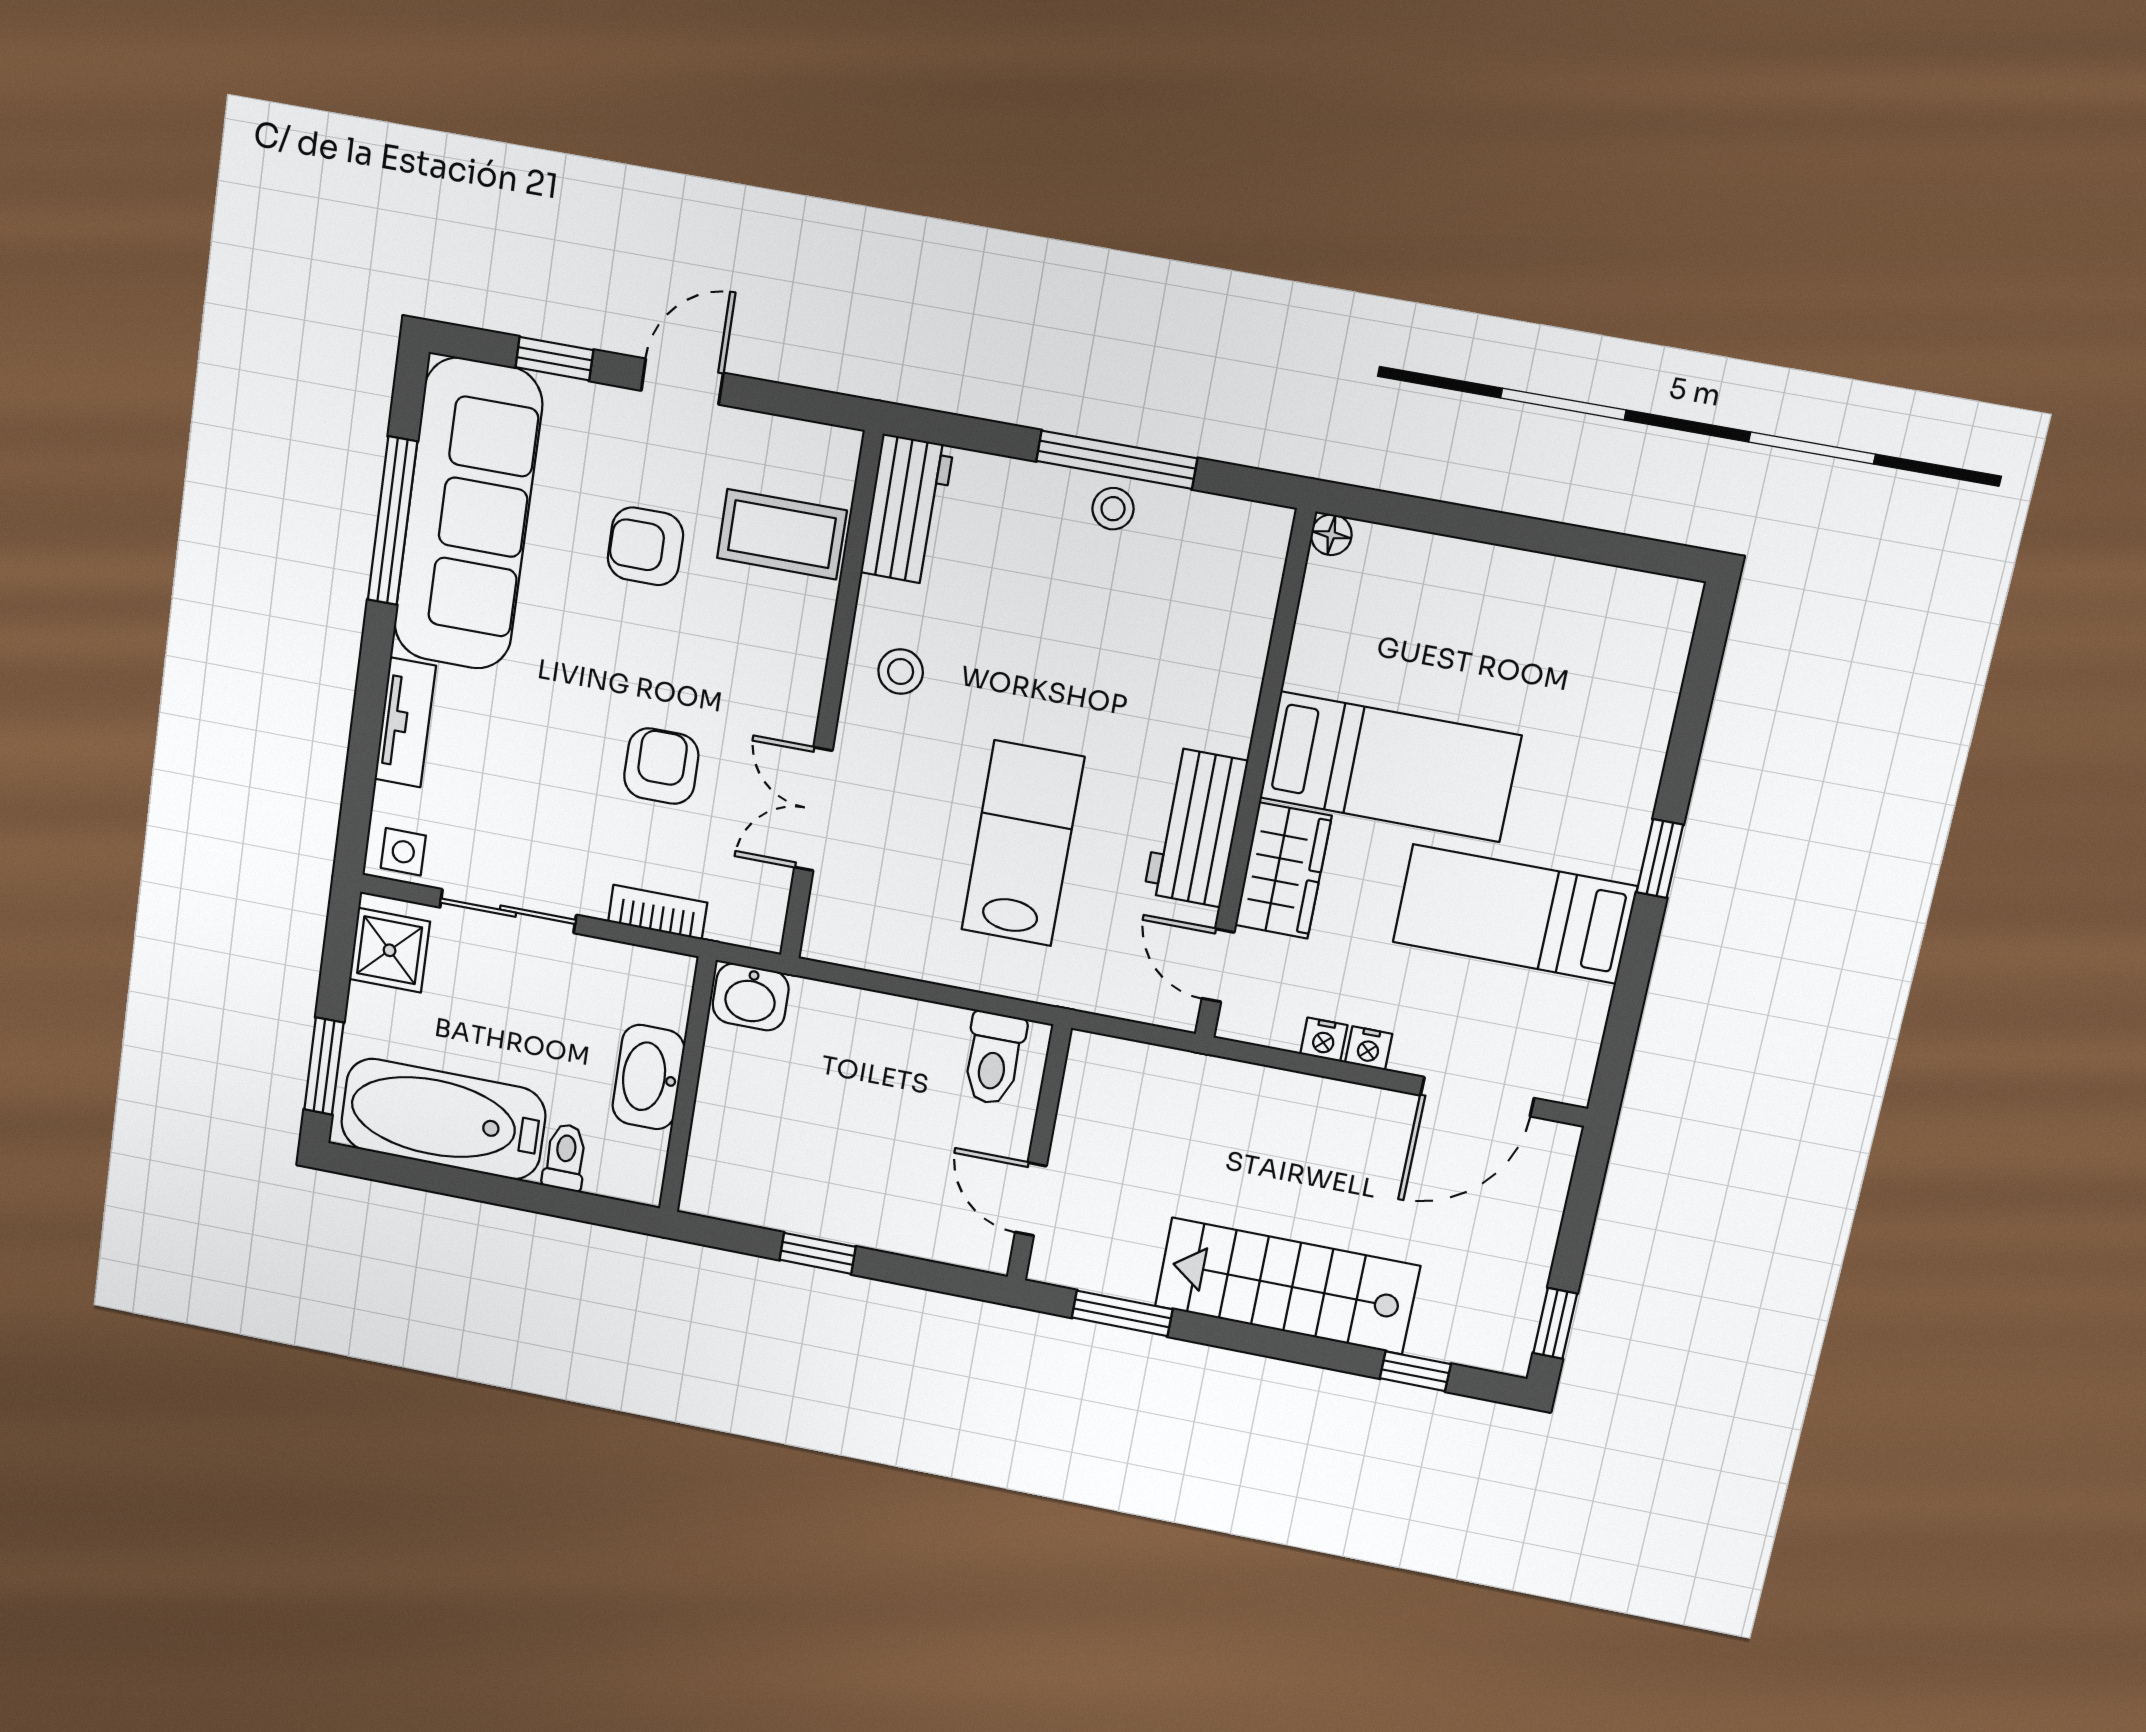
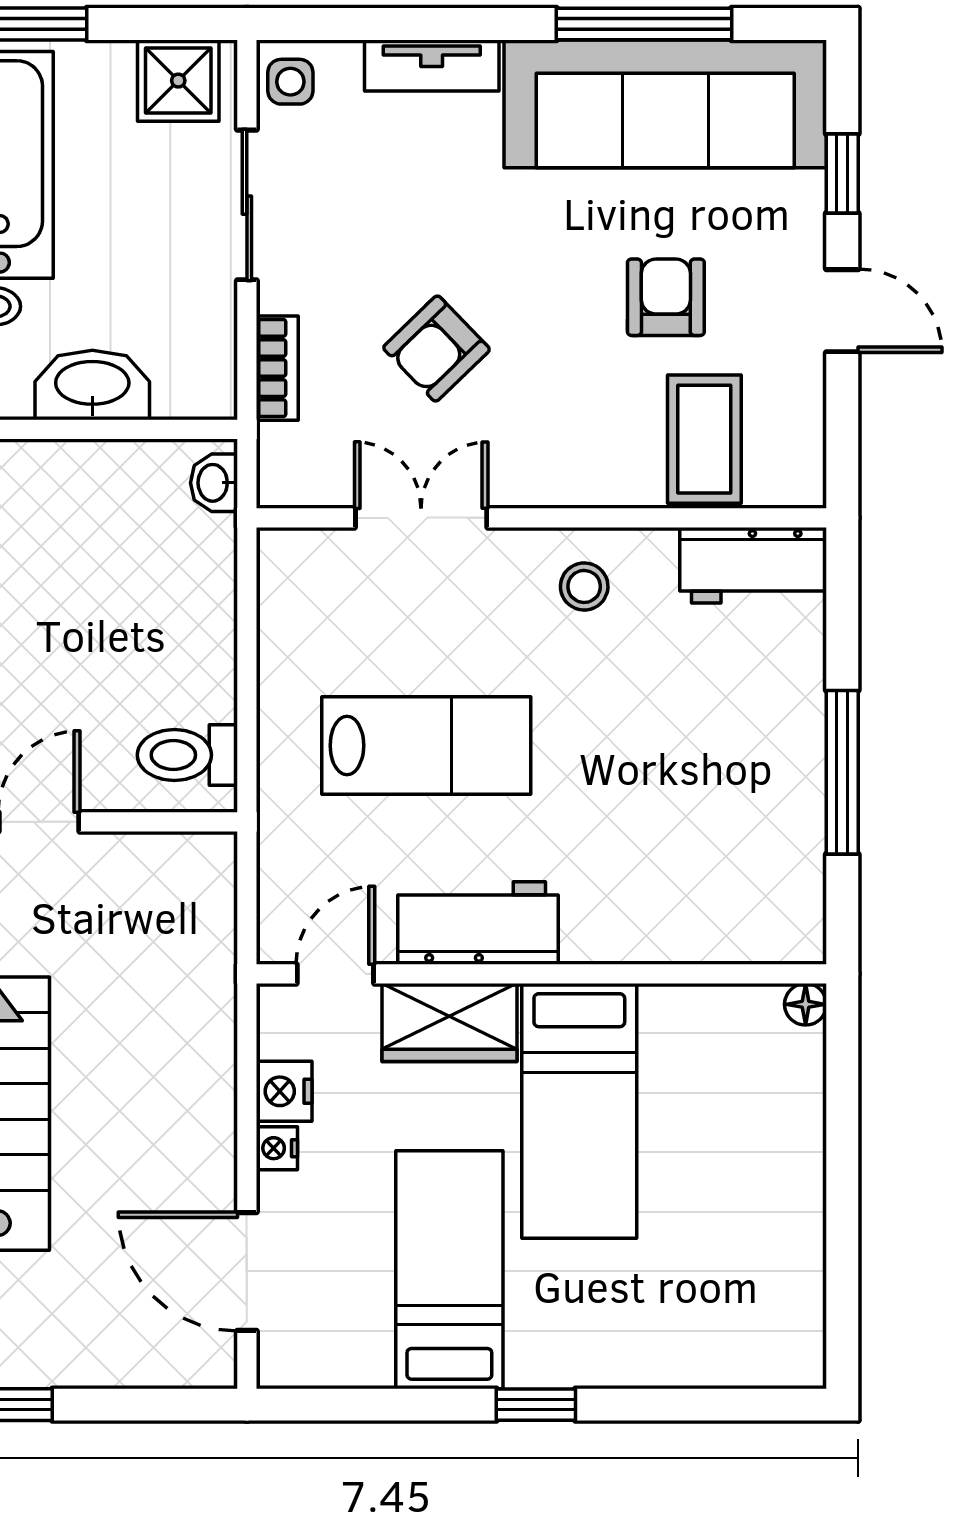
stool: (1113, 509) -> (792, 777), removed
armchair: (661, 766) -> (437, 349), turned 136
washbasin: (751, 997) -> (214, 483), width x0.72, depth x0.69
nightstand: (1324, 1040) -> (284, 1091), width x1.39, depth x1.35

